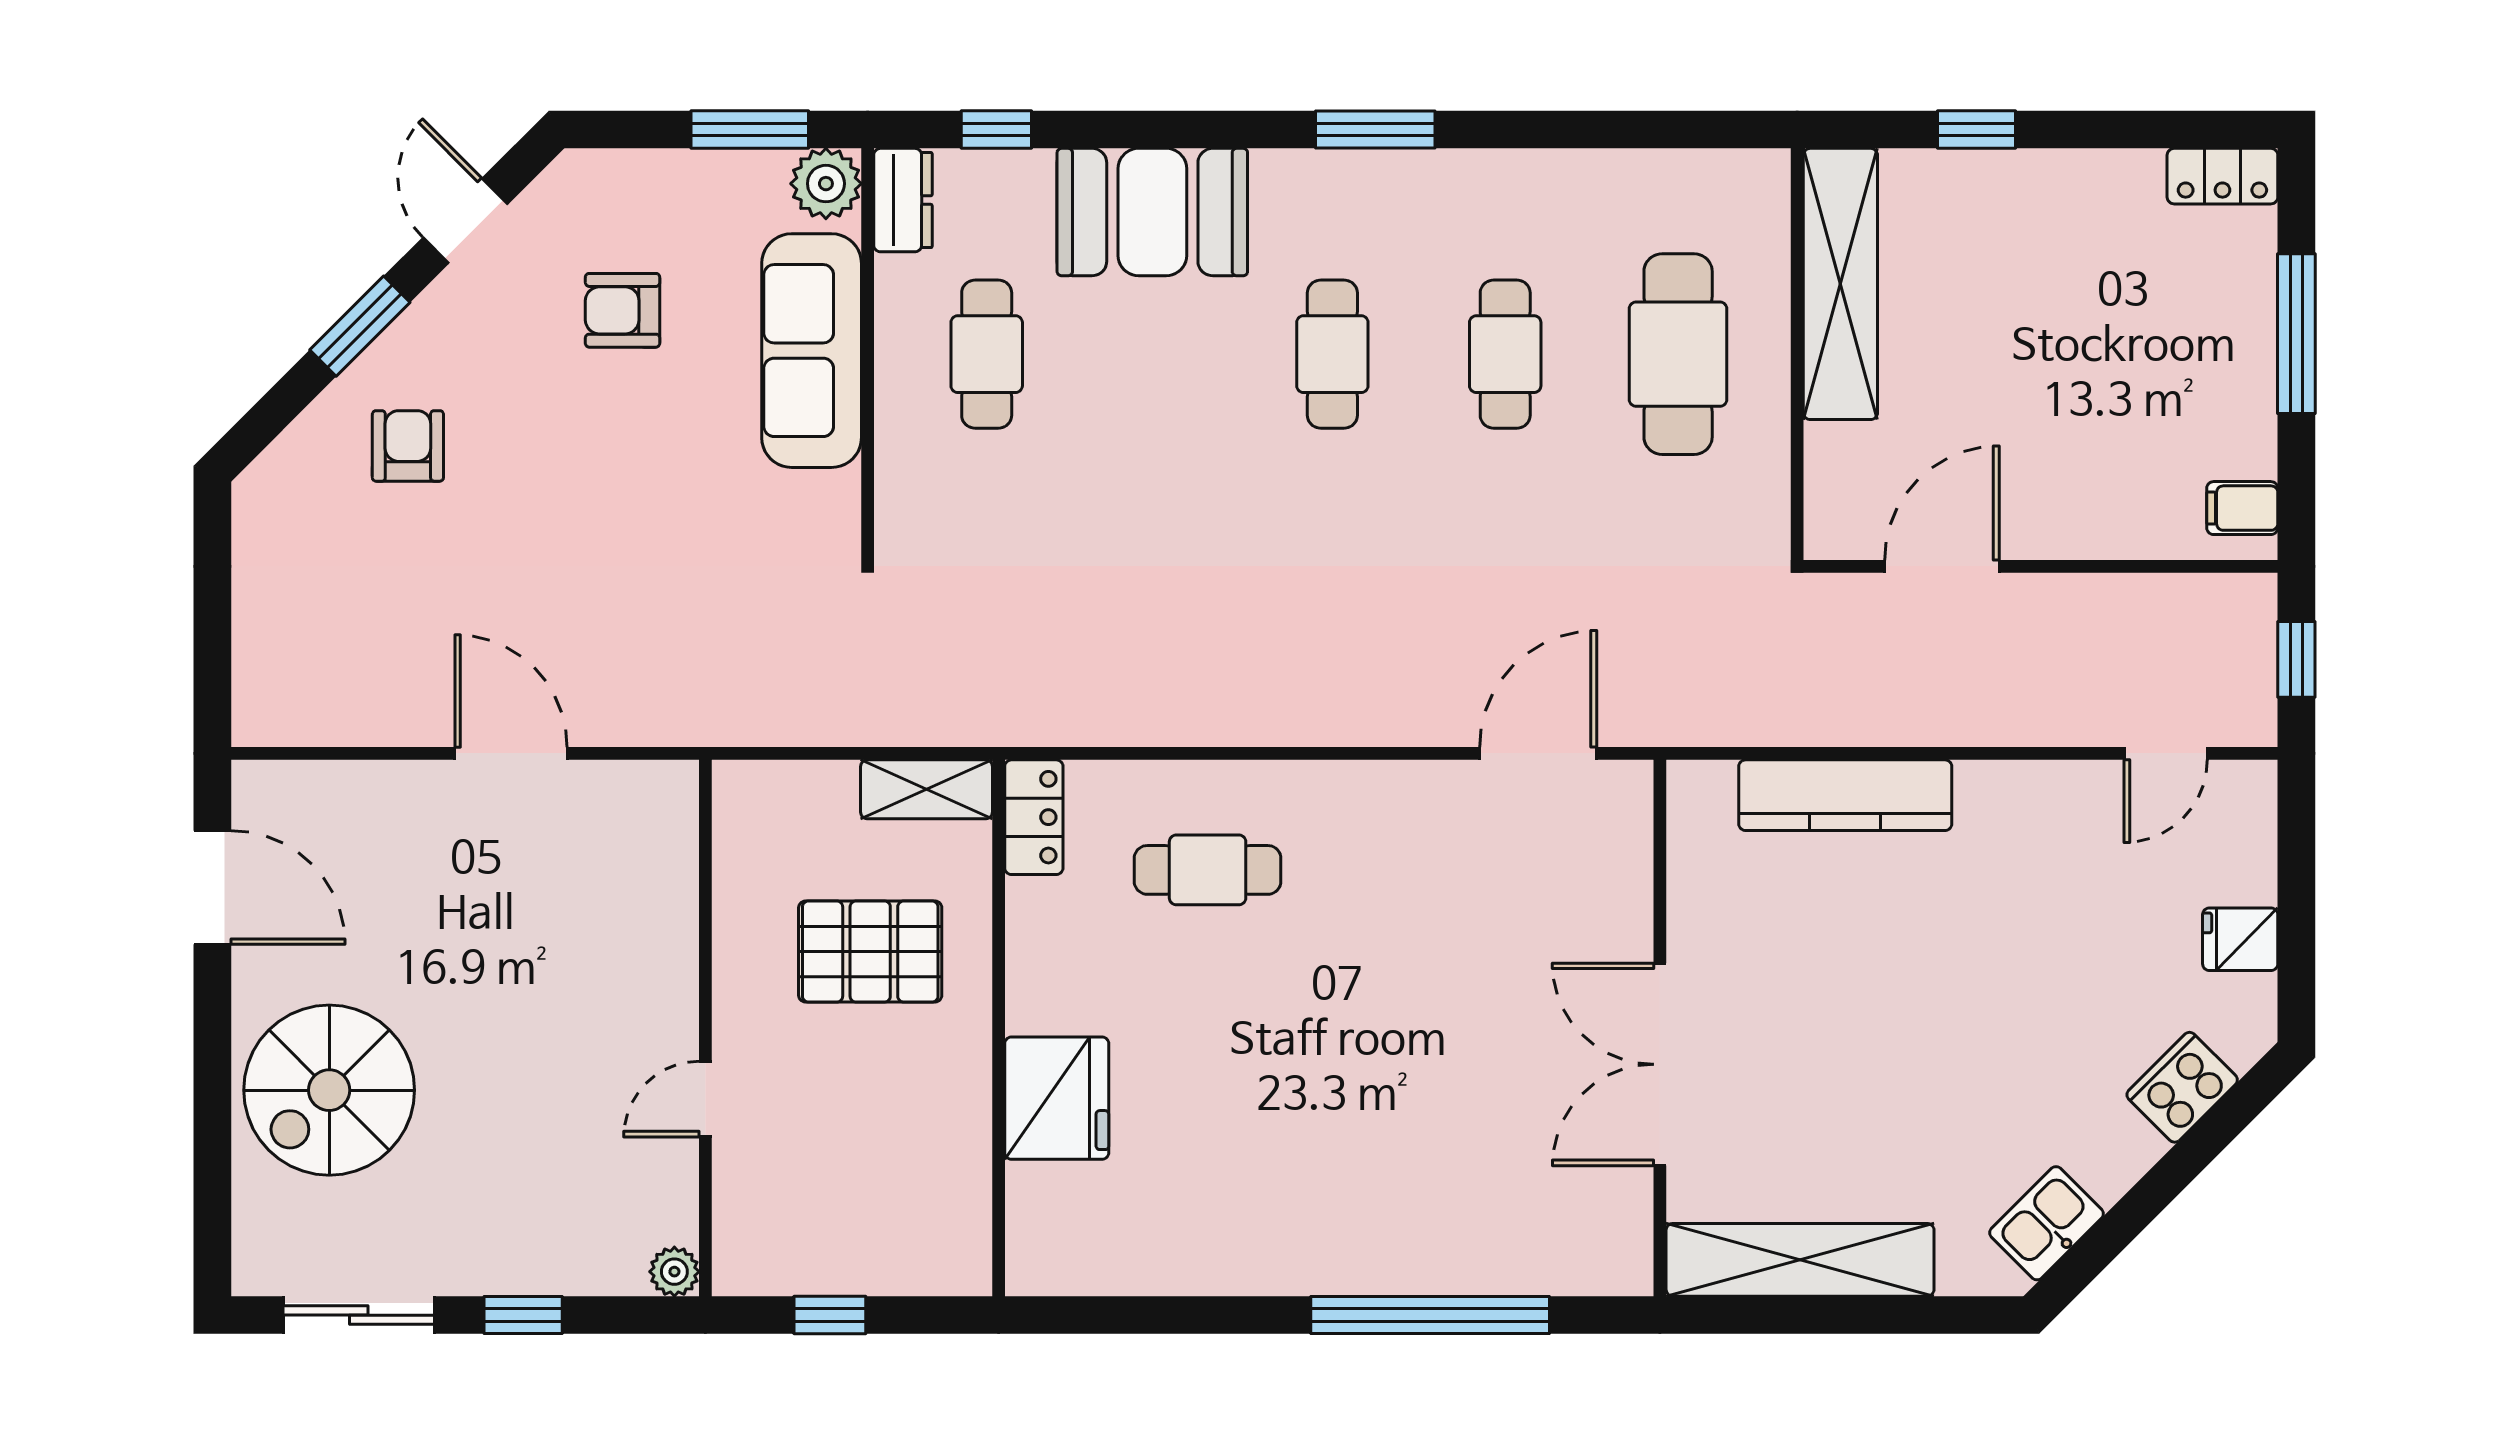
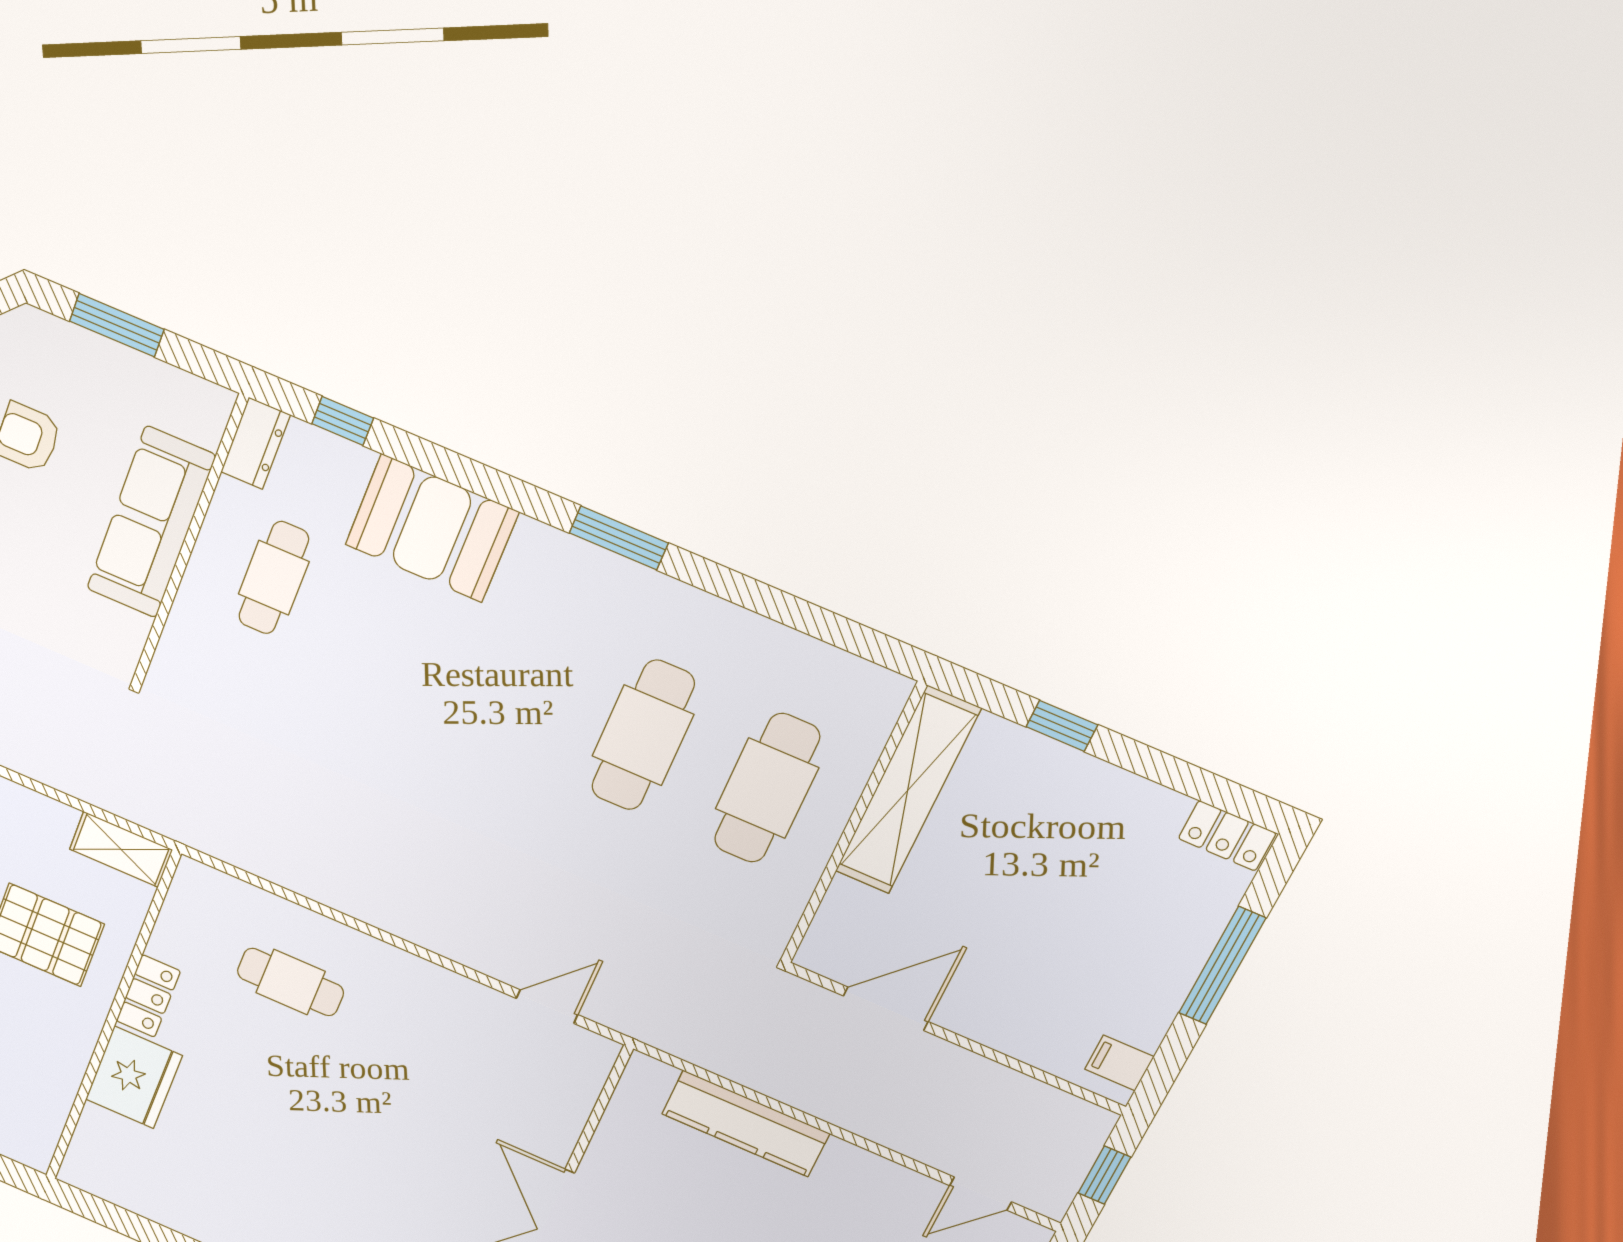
window: (750, 130) -> (117, 325), moved
plant: (826, 184) -> (205, 408), removed
cafe table: (1332, 354) -> (519, 683), removed
cafe table: (1505, 354) -> (643, 735), width x1.37, depth x1.35
door: (1538, 753) -> (547, 1007), width x0.73
locker: (1034, 817) -> (148, 996), moved

